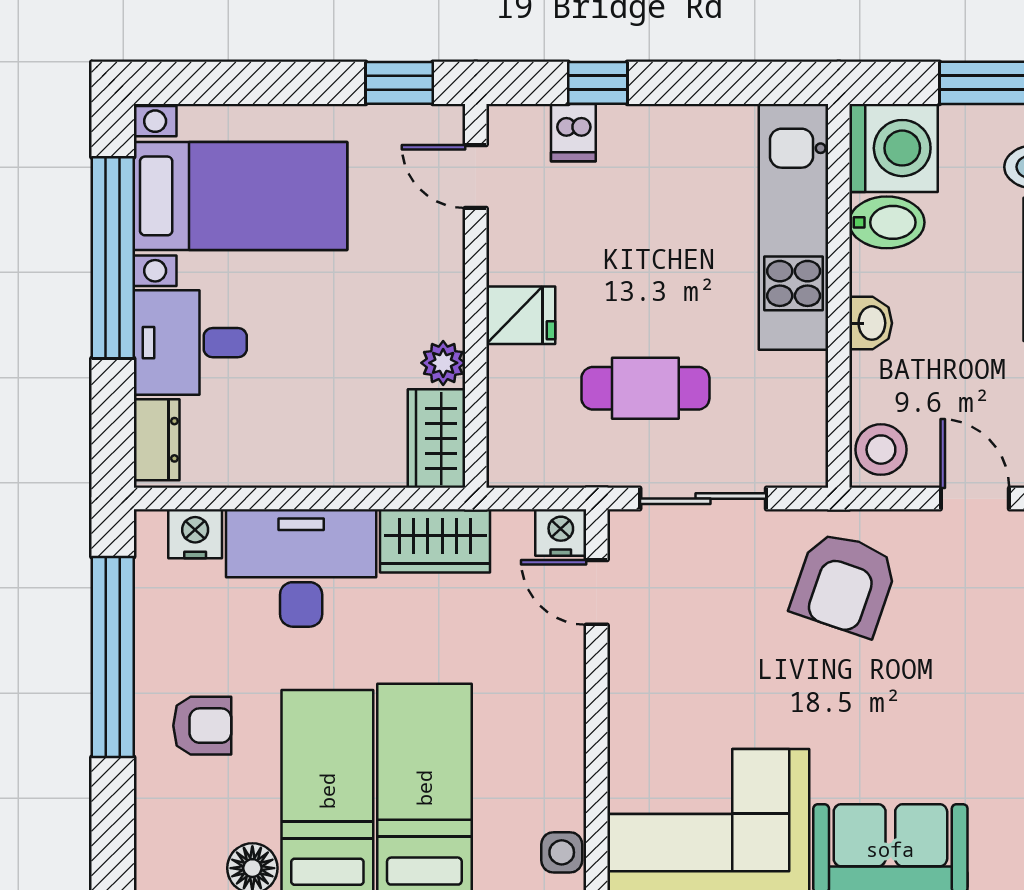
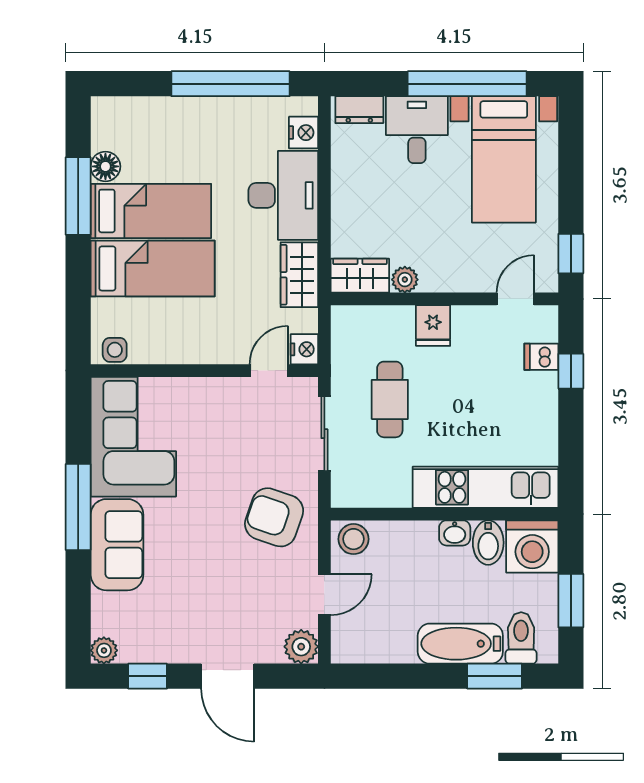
washbasin: (871, 323) -> (455, 533), moved
armchair: (202, 726) -> (190, 137), removed

